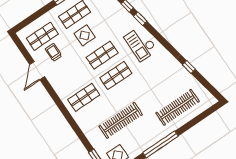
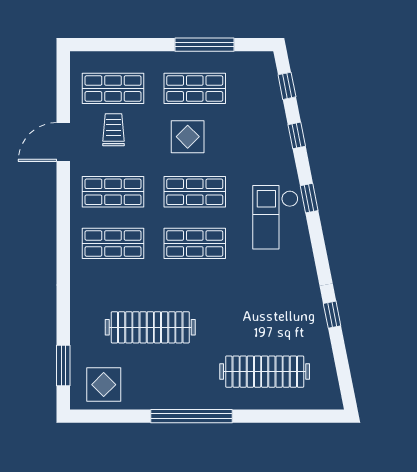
window: (140, 19) -> (309, 198), moved
shop shelf: (70, 77) -> (113, 192), added

